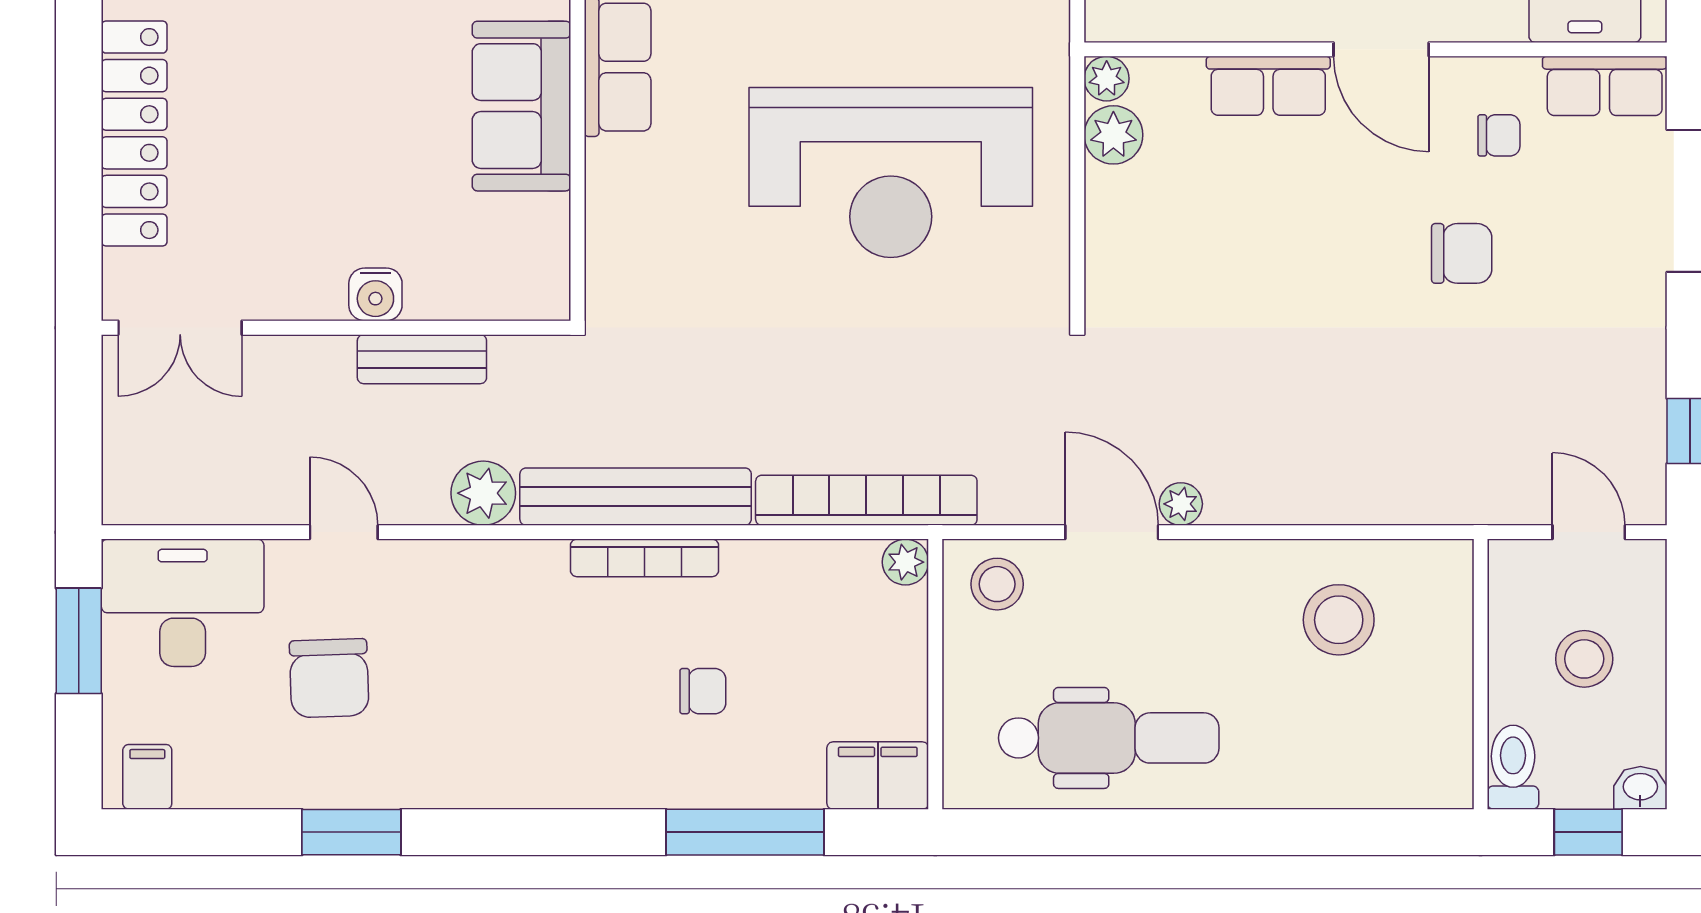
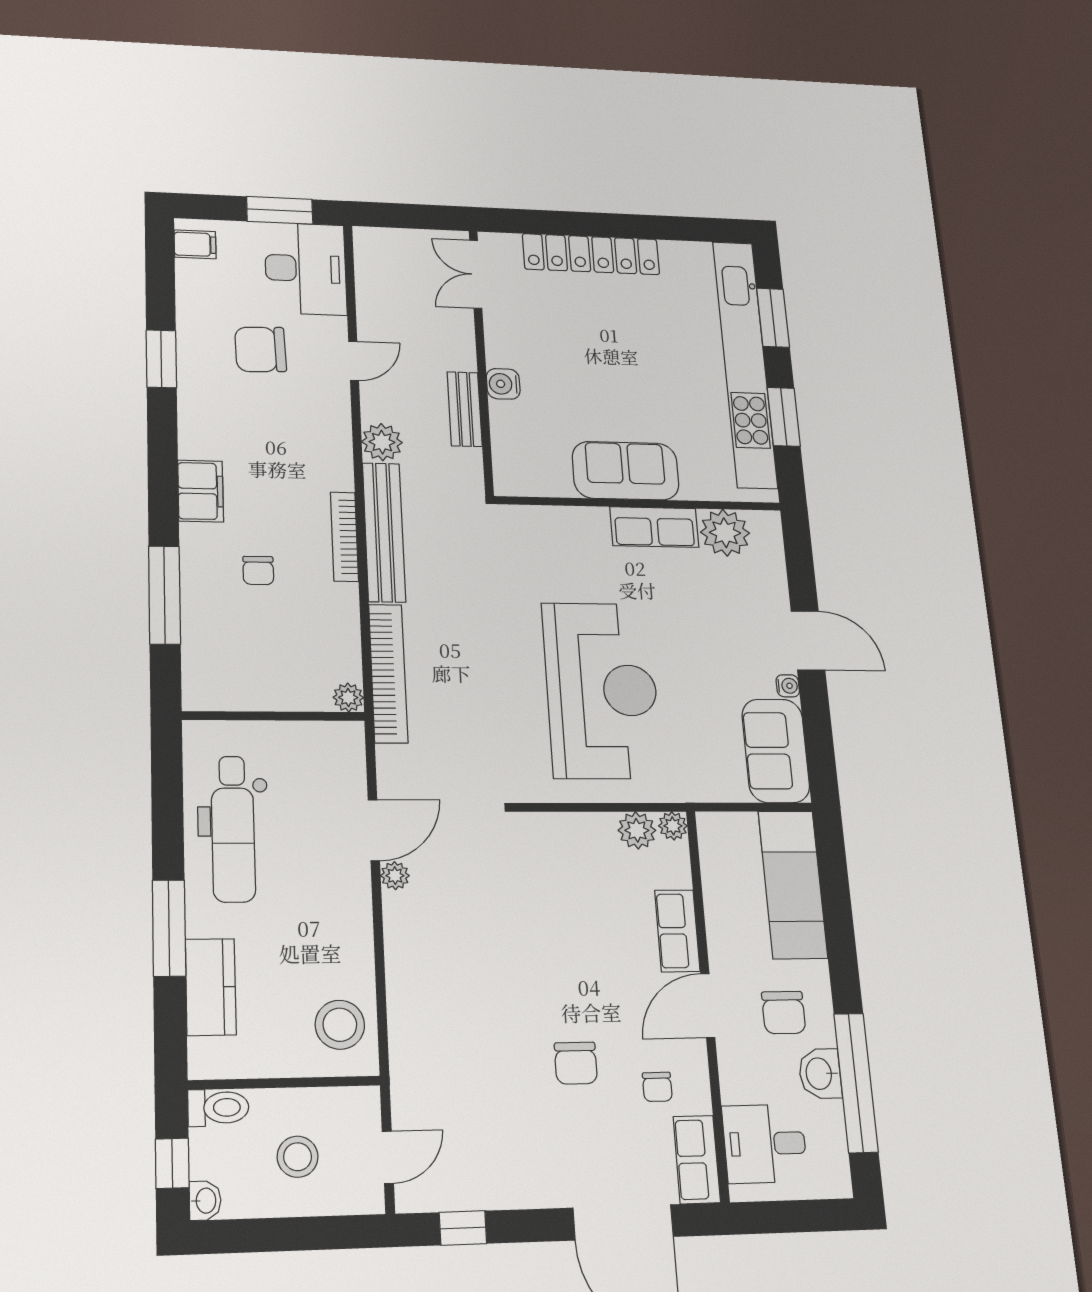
reception desk: (891, 172) -> (602, 690), turned 180
stool: (997, 584) -> (336, 756), removed
stool: (1339, 620) -> (340, 1025), moved
kitchen counter: (1342, 775) -> (211, 987), added
filing cabinet: (878, 776) -> (201, 491), moved
window: (1256, 832) -> (169, 928), added

